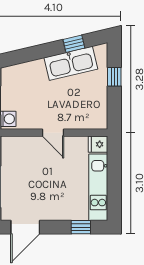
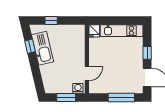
door: (53, 133) -> (87, 74), moved
window: (81, 227) -> (147, 53), moved

